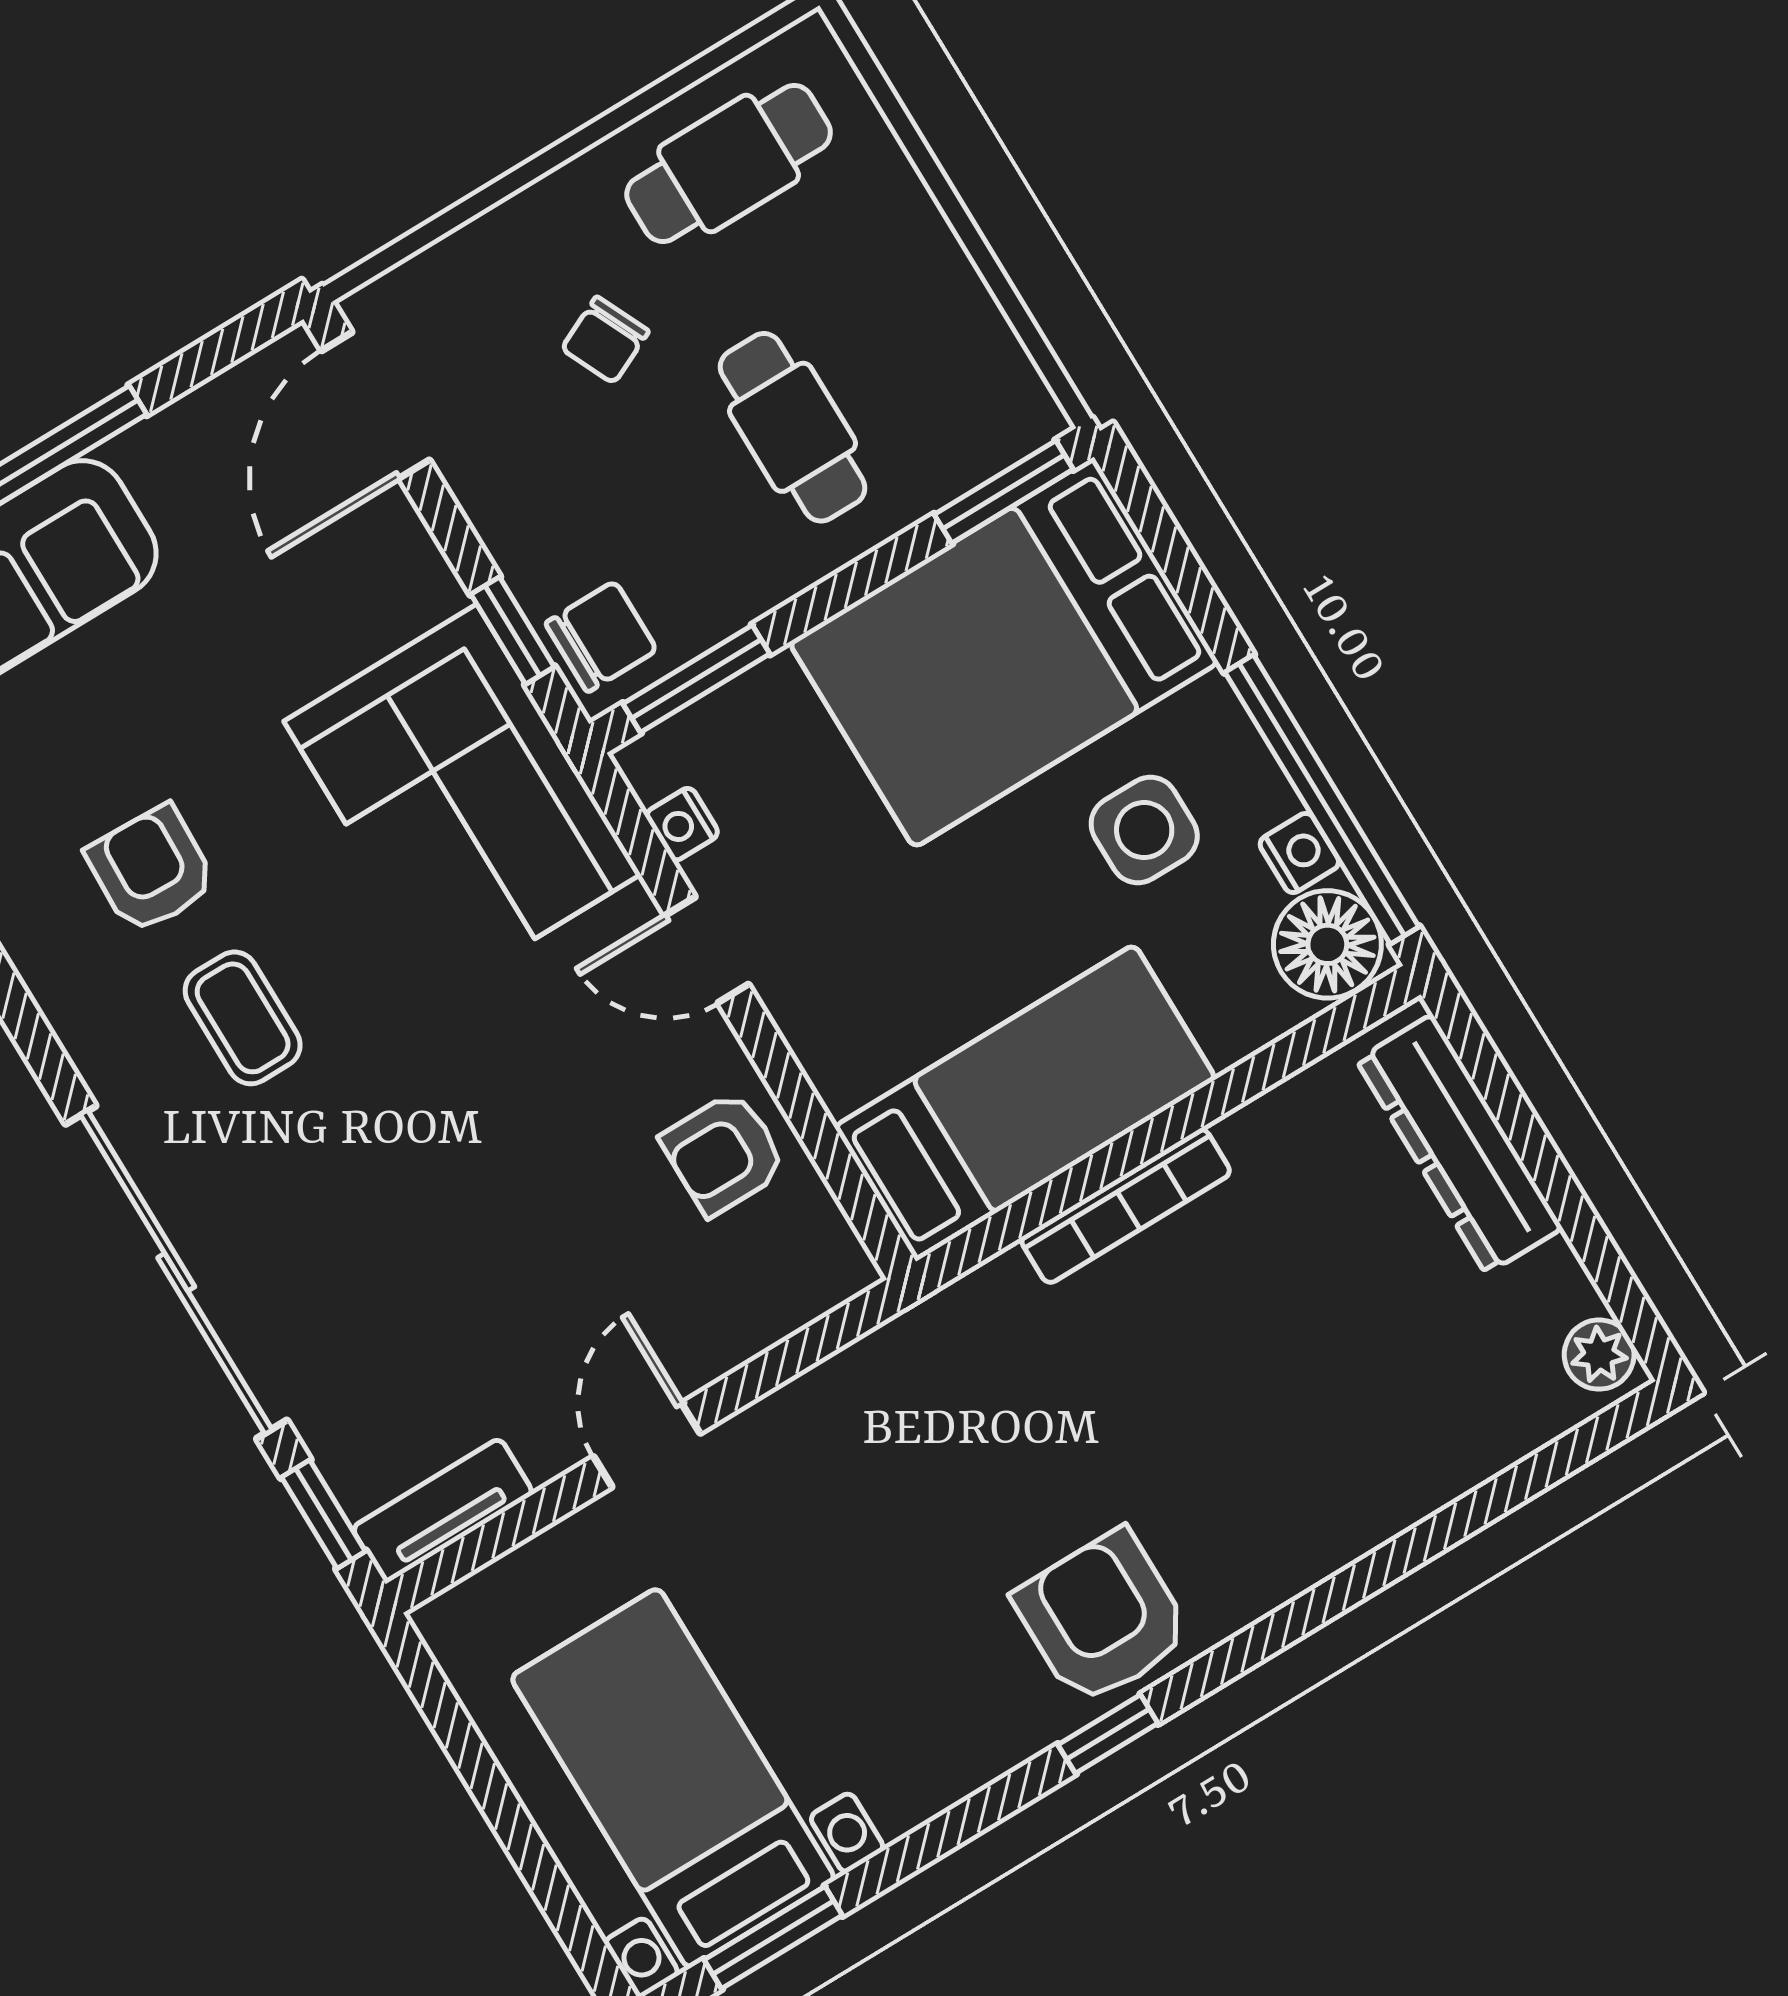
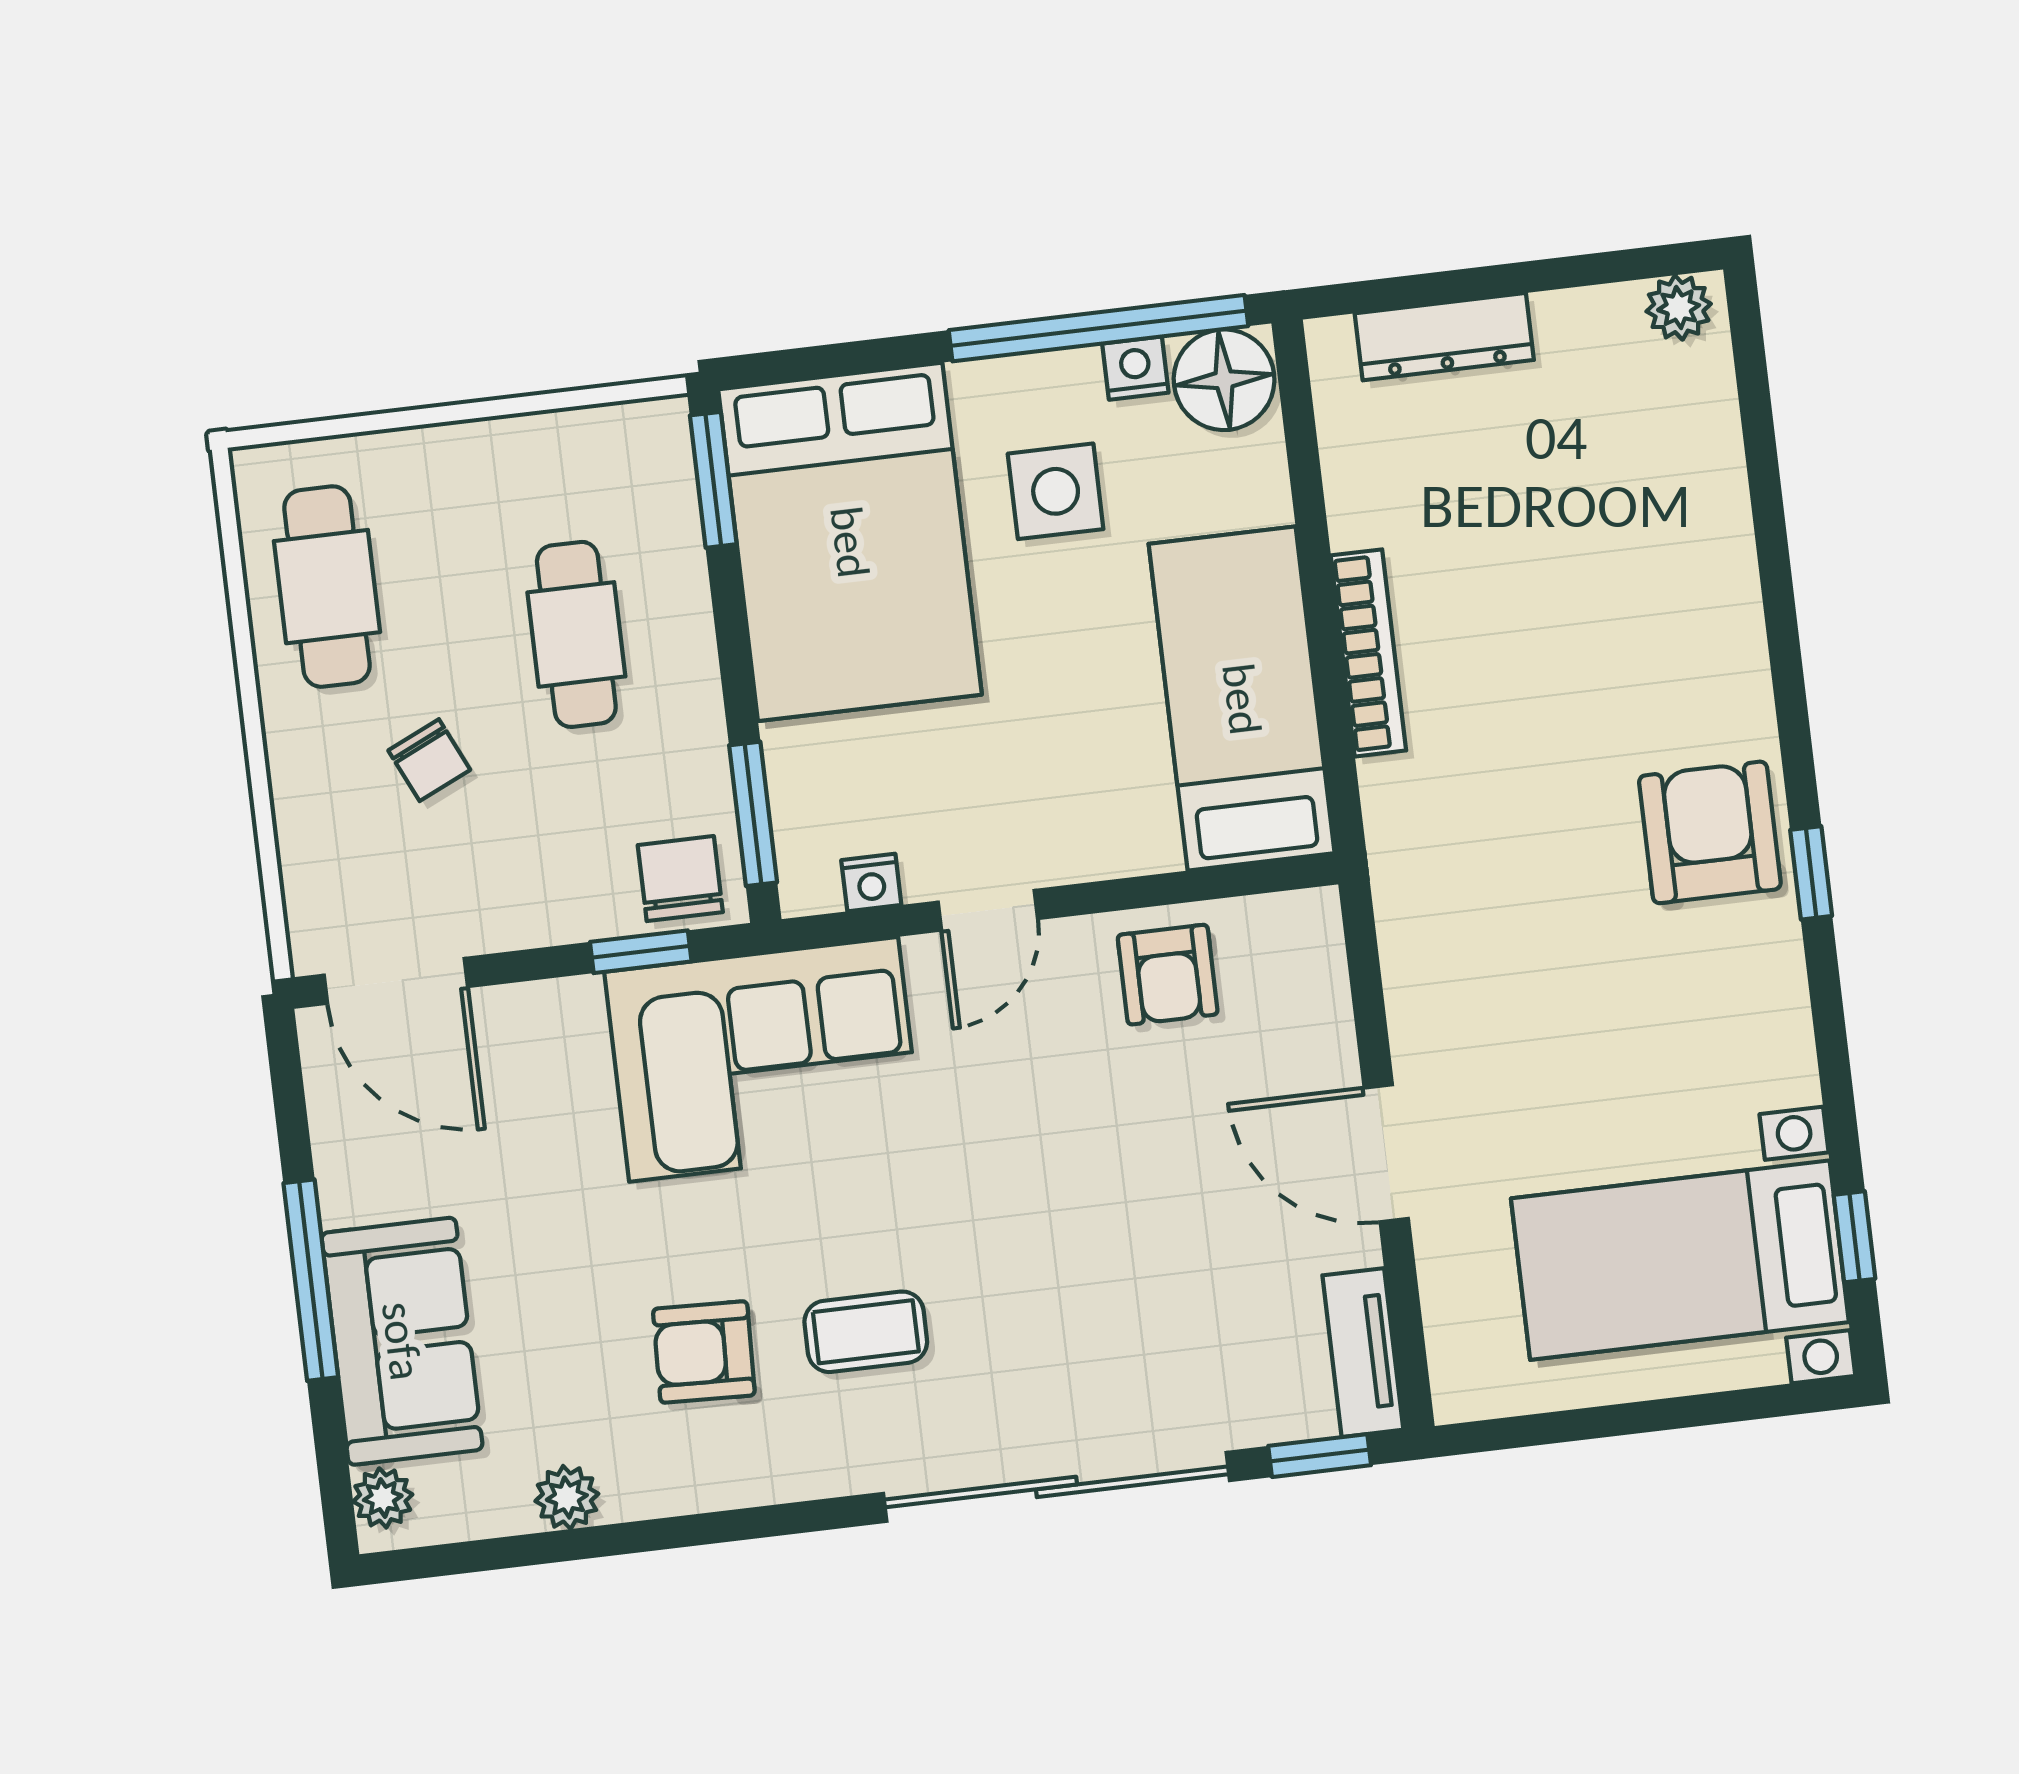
cafe table: (793, 427) -> (576, 634), turned 90
dresser: (1459, 1144) -> (1444, 337), width x0.73, depth x0.80
door: (647, 1445) -> (1386, 1153), width x1.38
armchair: (1102, 1618) -> (1710, 832), turned 90
window: (773, 1937) -> (1854, 1237), width x0.67

